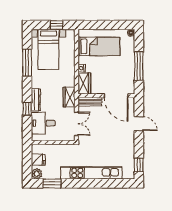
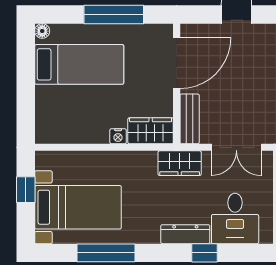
bed: (99, 46) -> (79, 64), moved, turned 90
double door: (77, 124) -> (236, 147), swing flipped

